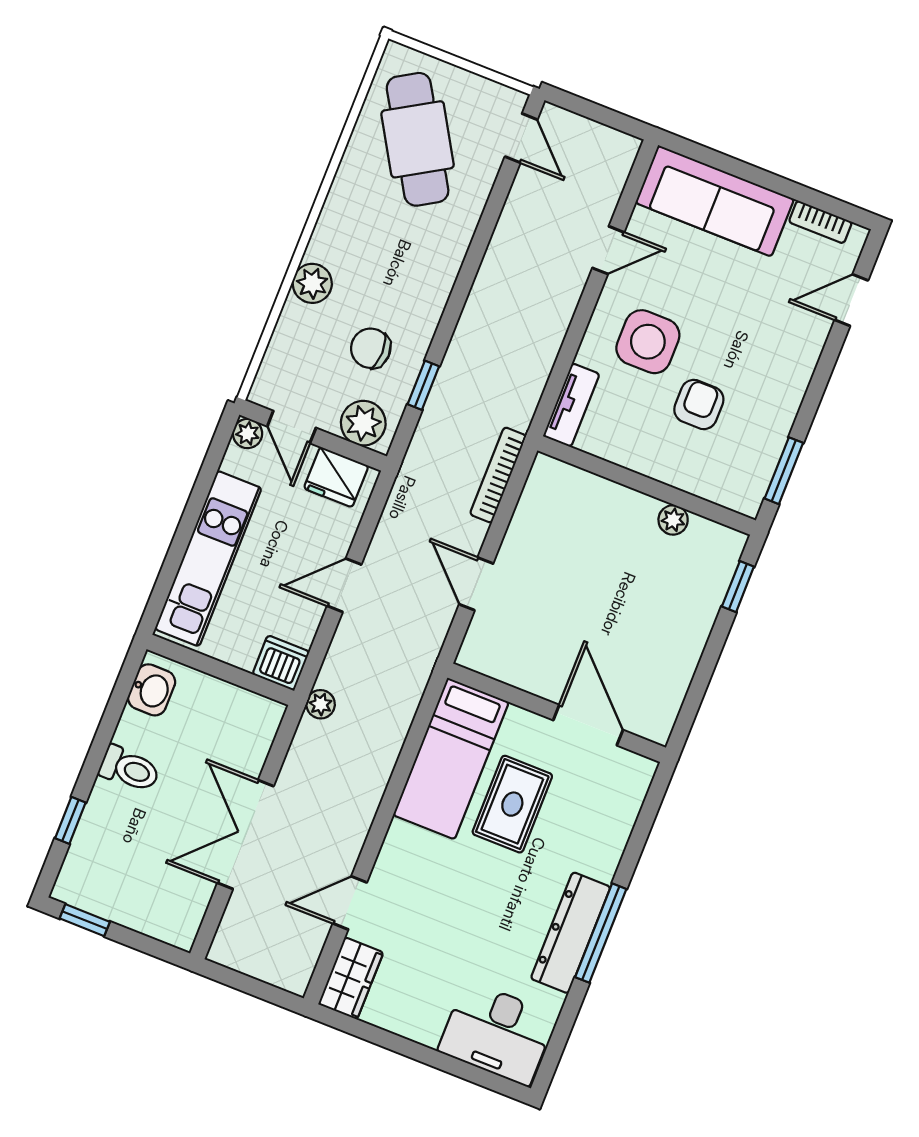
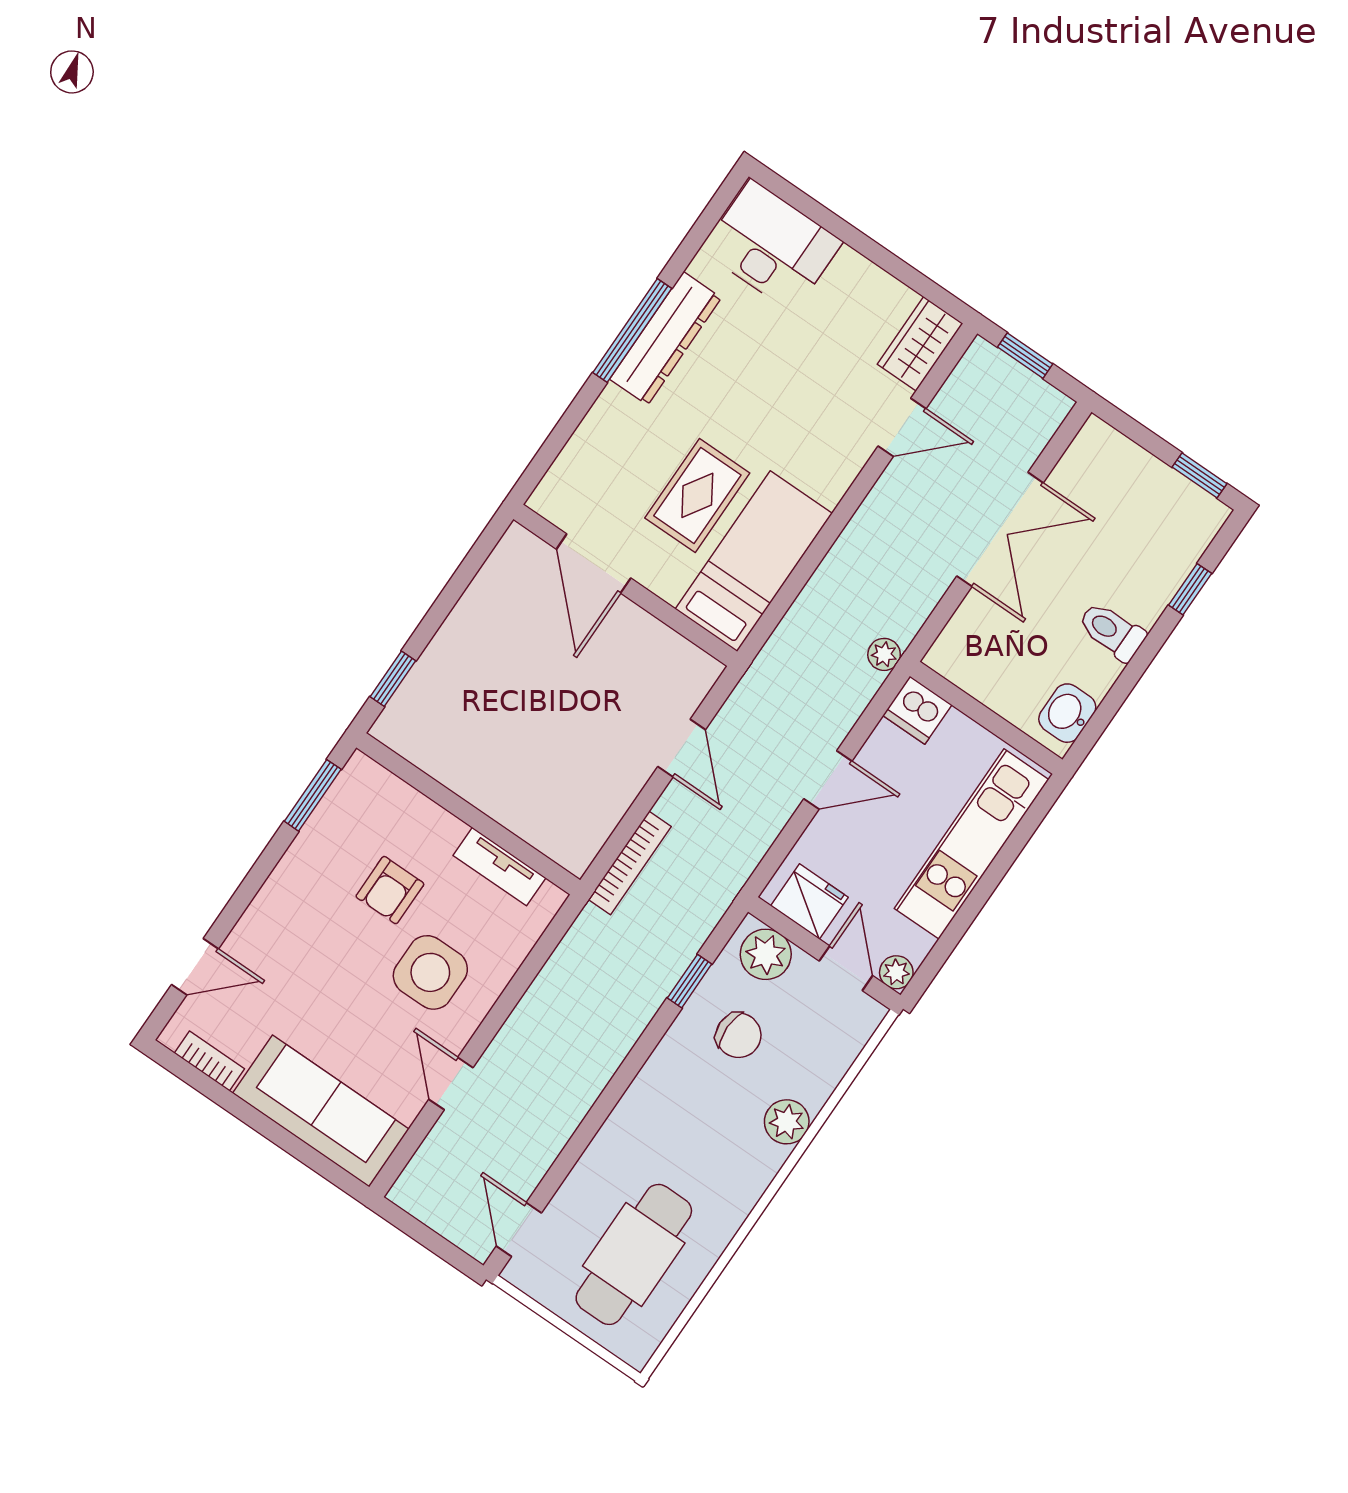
cafe table: (418, 139) -> (634, 1254), turned 31
door: (608, 250) -> (451, 1084), hinge flipped
tv unit: (571, 405) -> (500, 867), moved, turned -90
plant: (673, 520) -> (448, 769), removed
window: (258, 989) -> (1025, 356), added

